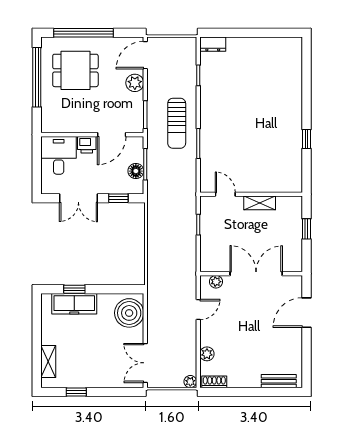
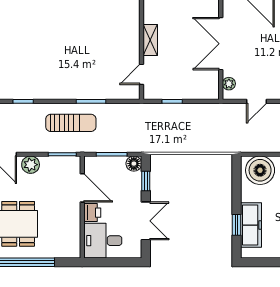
floor lamp: (136, 171) -> (134, 164), moved
door: (198, 309) -> (257, 101), swing flipped

